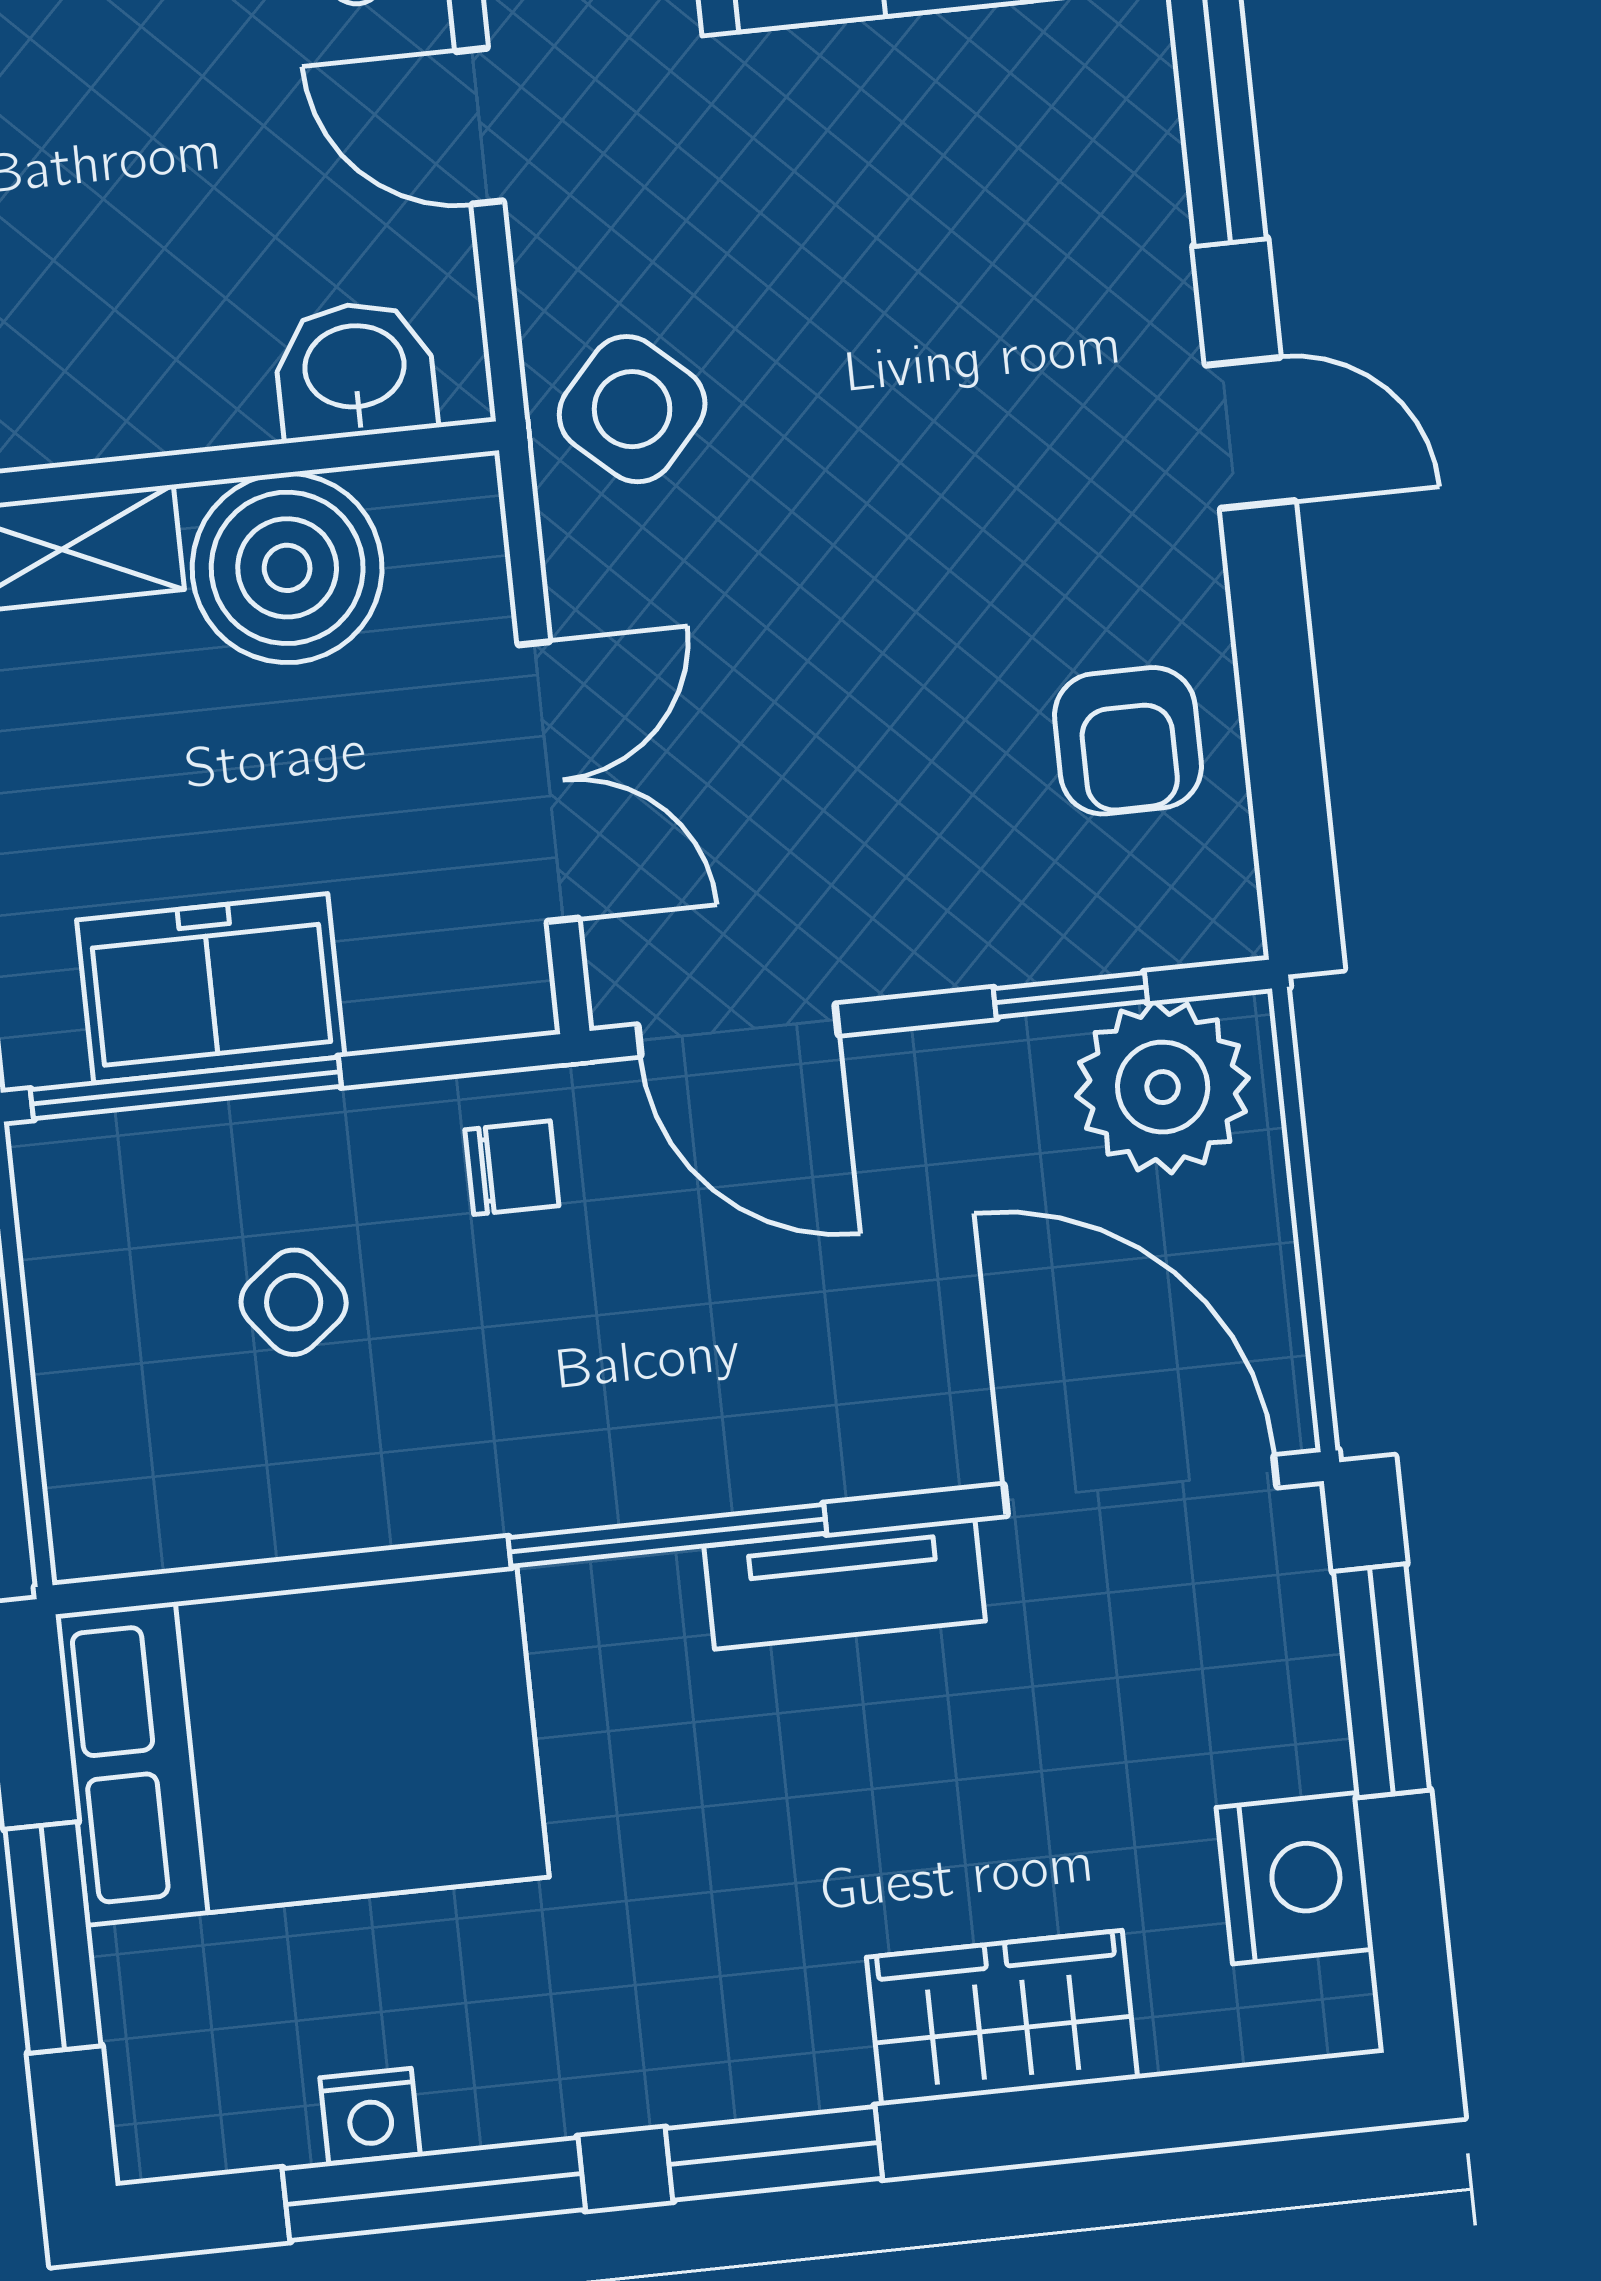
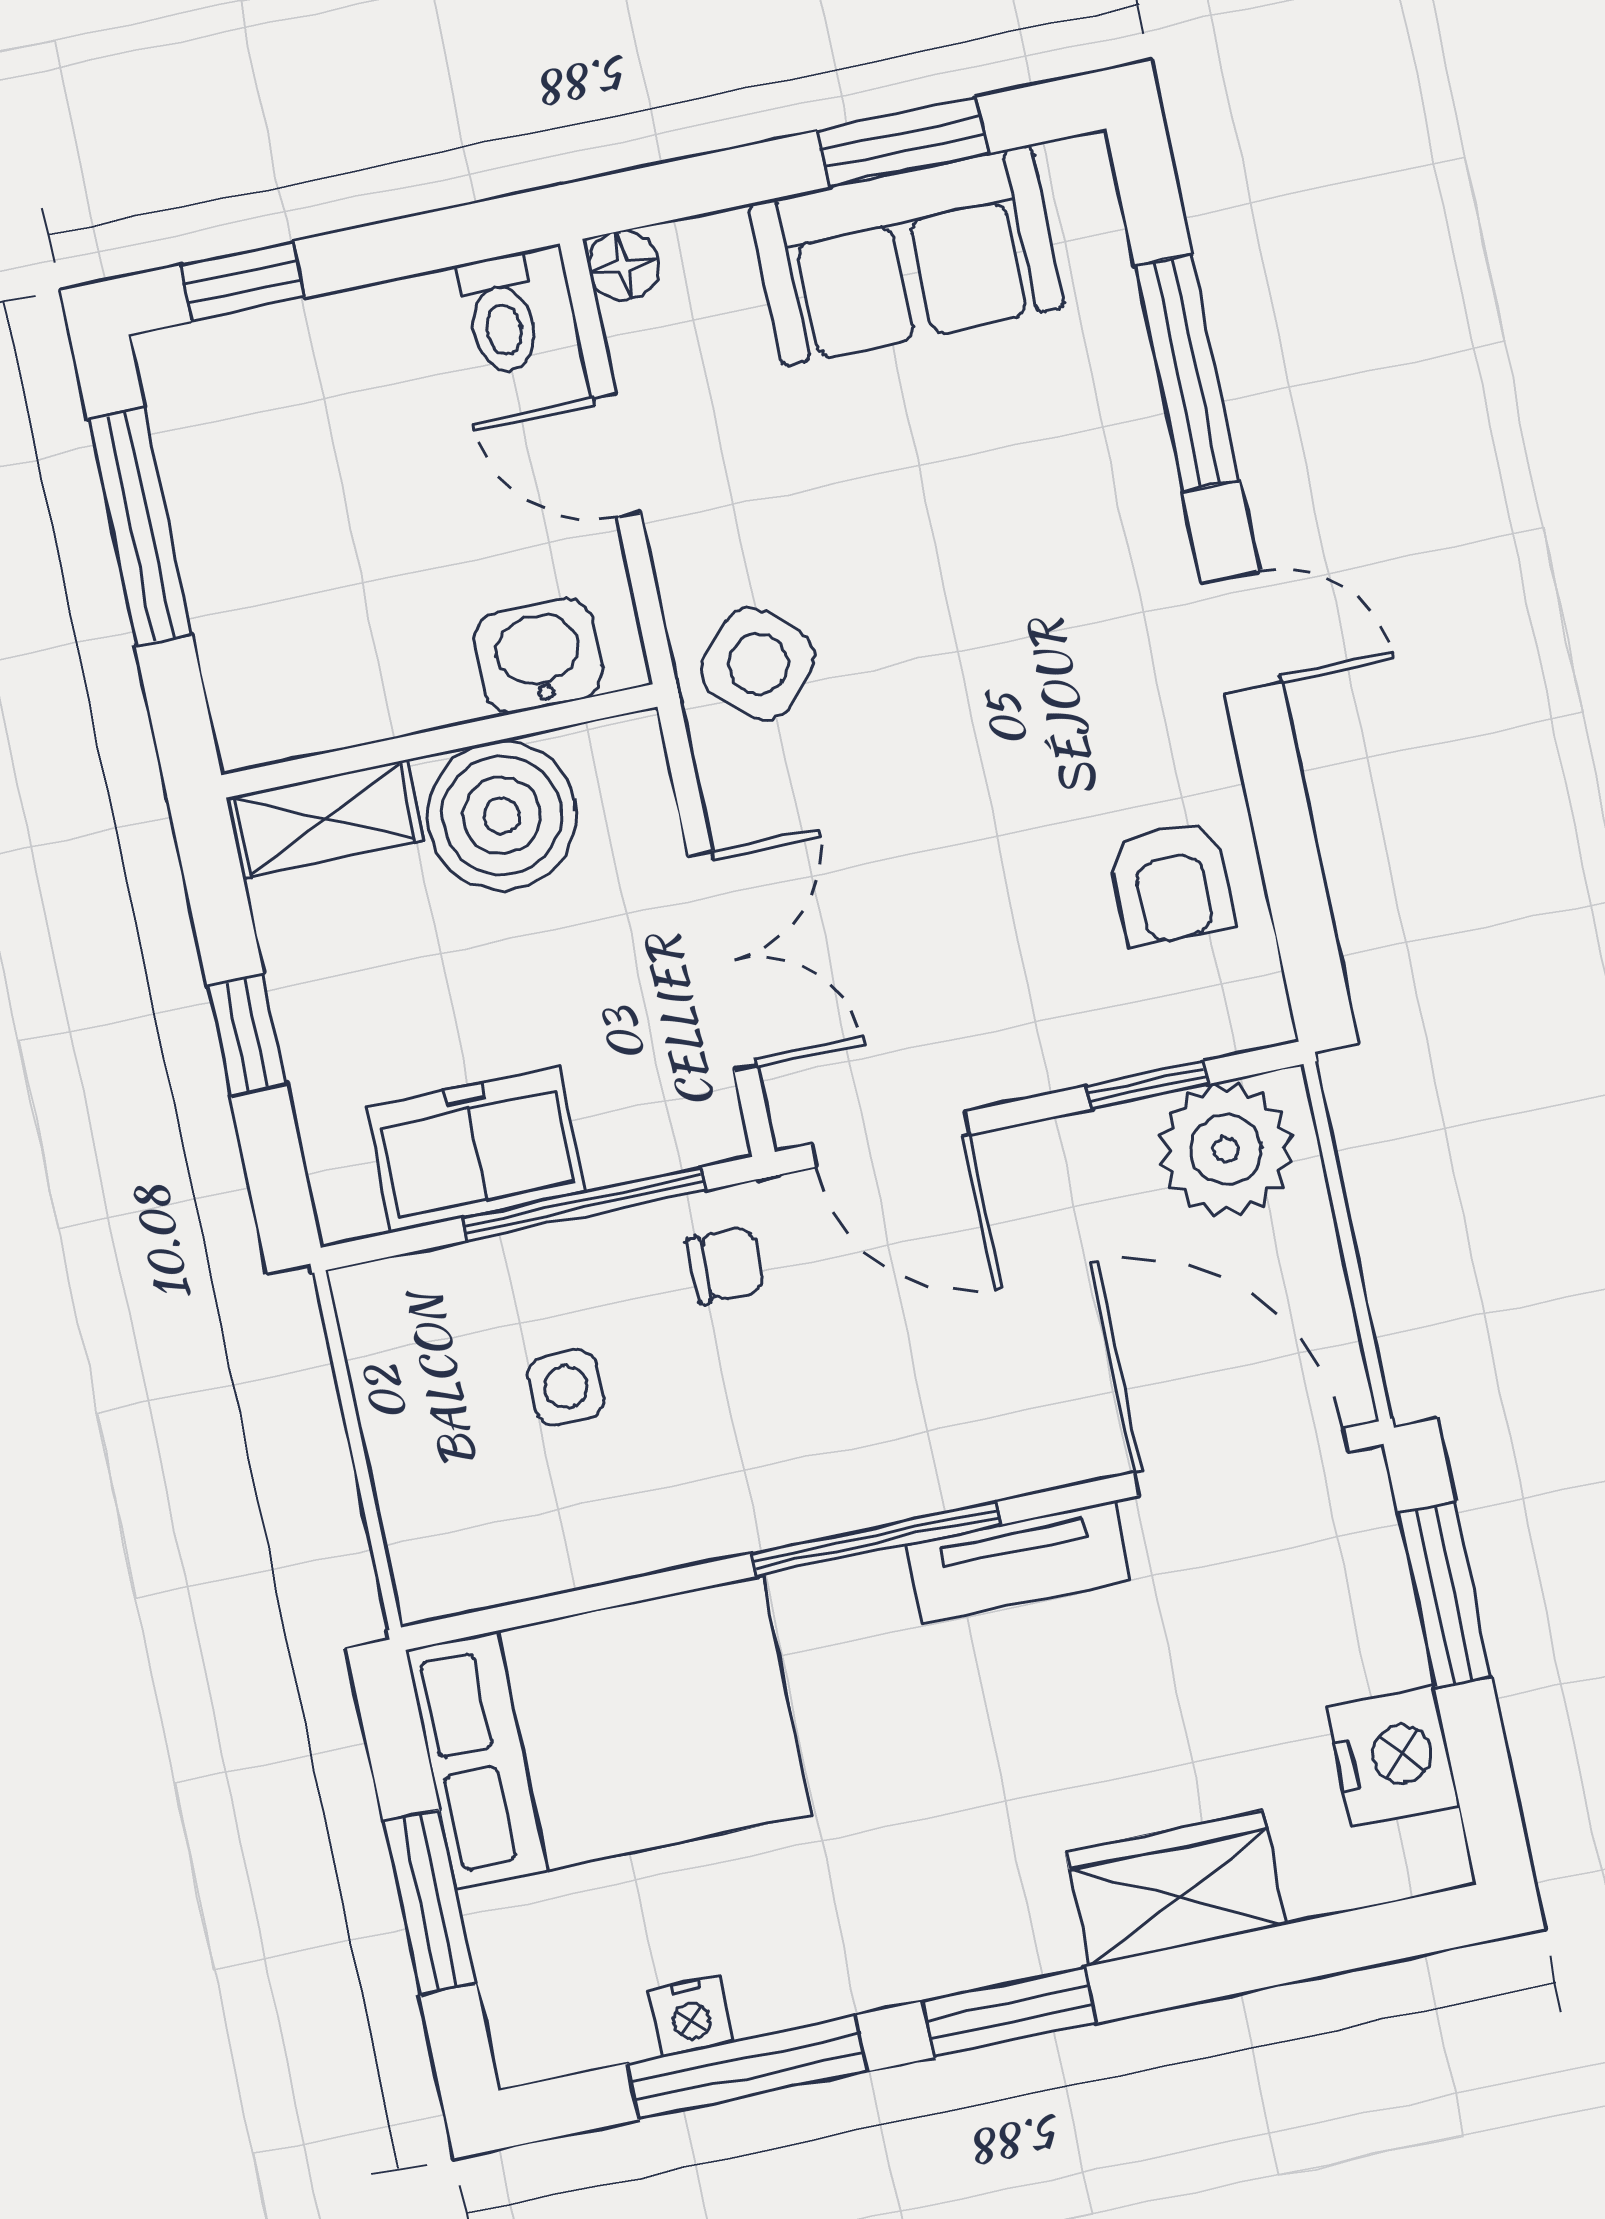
window: (186, 1088) -> (584, 1204), moved
side table: (294, 1302) -> (566, 1387), turned 38

